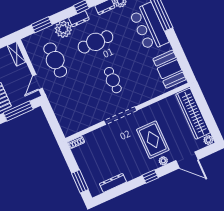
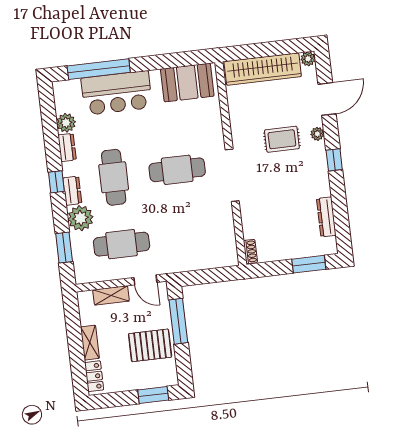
shelving: (17, 54) -> (111, 295), moved
cafe table: (113, 80) -> (177, 170), width x1.37, depth x1.35
rug: (153, 140) -> (282, 139), width x0.73, depth x0.70

